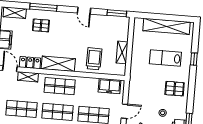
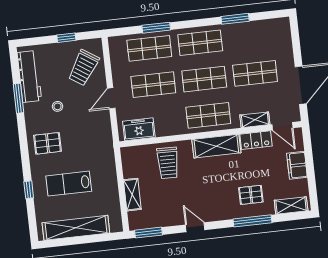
shelving: (122, 52) -> (132, 195), moved
lab bench: (165, 58) -> (69, 184), turned 180

